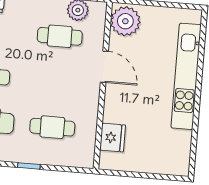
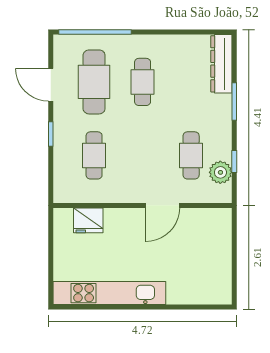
plant: (125, 21) -> (213, 224), removed
kitchen unit: (186, 76) -> (109, 293), moved

